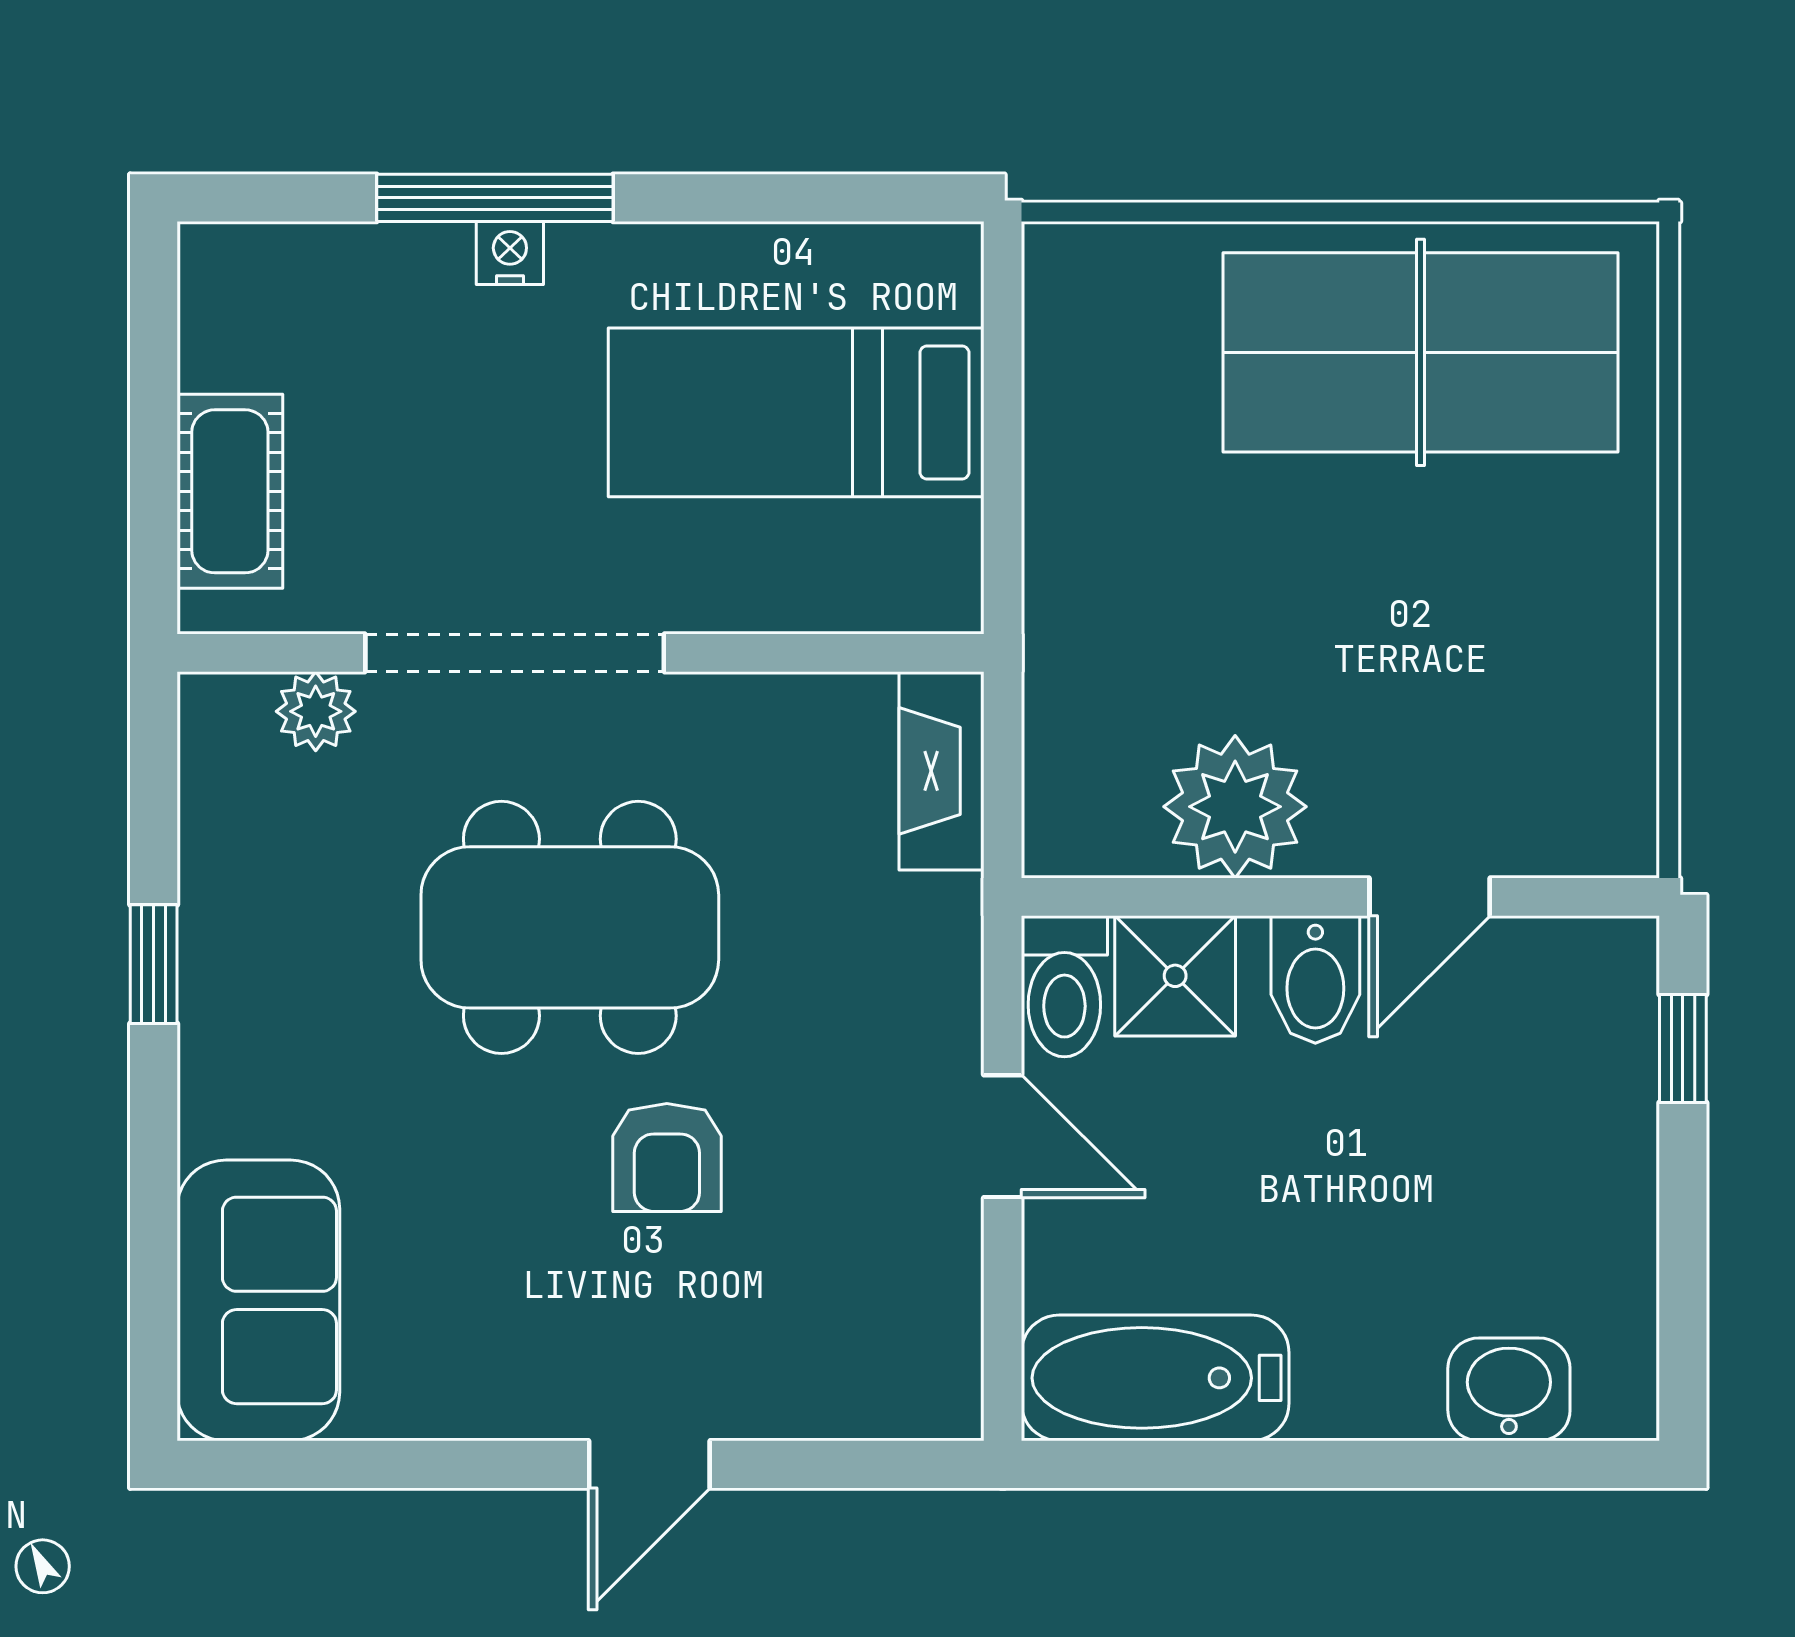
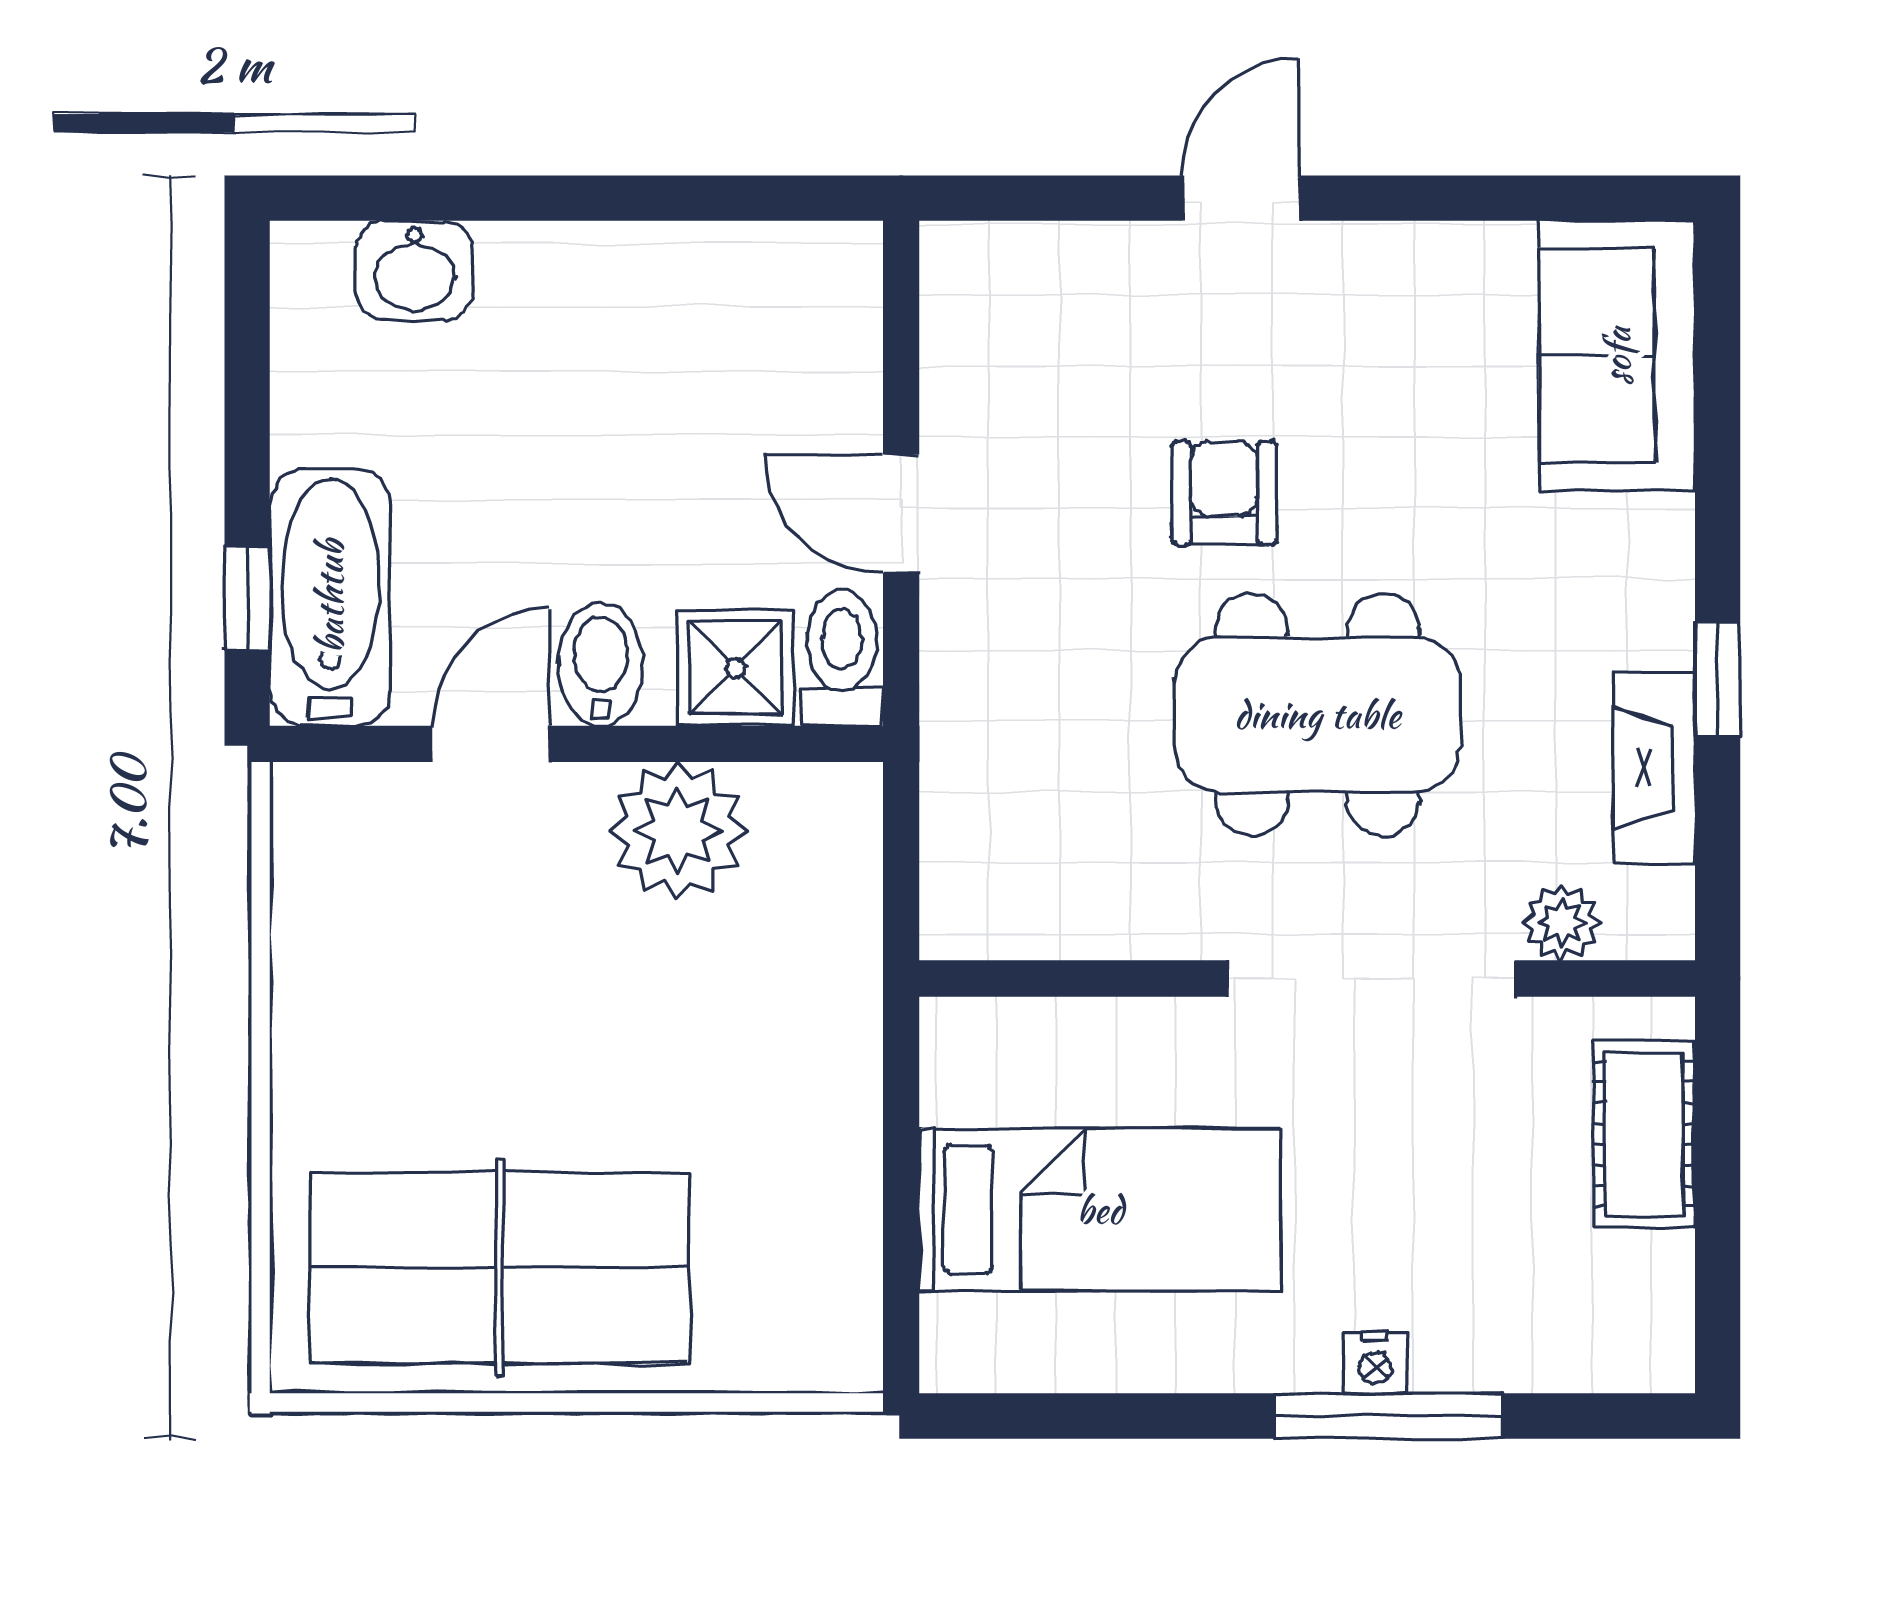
fireplace: (941, 771) -> (1654, 768), moved, turned 180
bathtub: (1155, 1378) -> (330, 597), moved, turned -90

